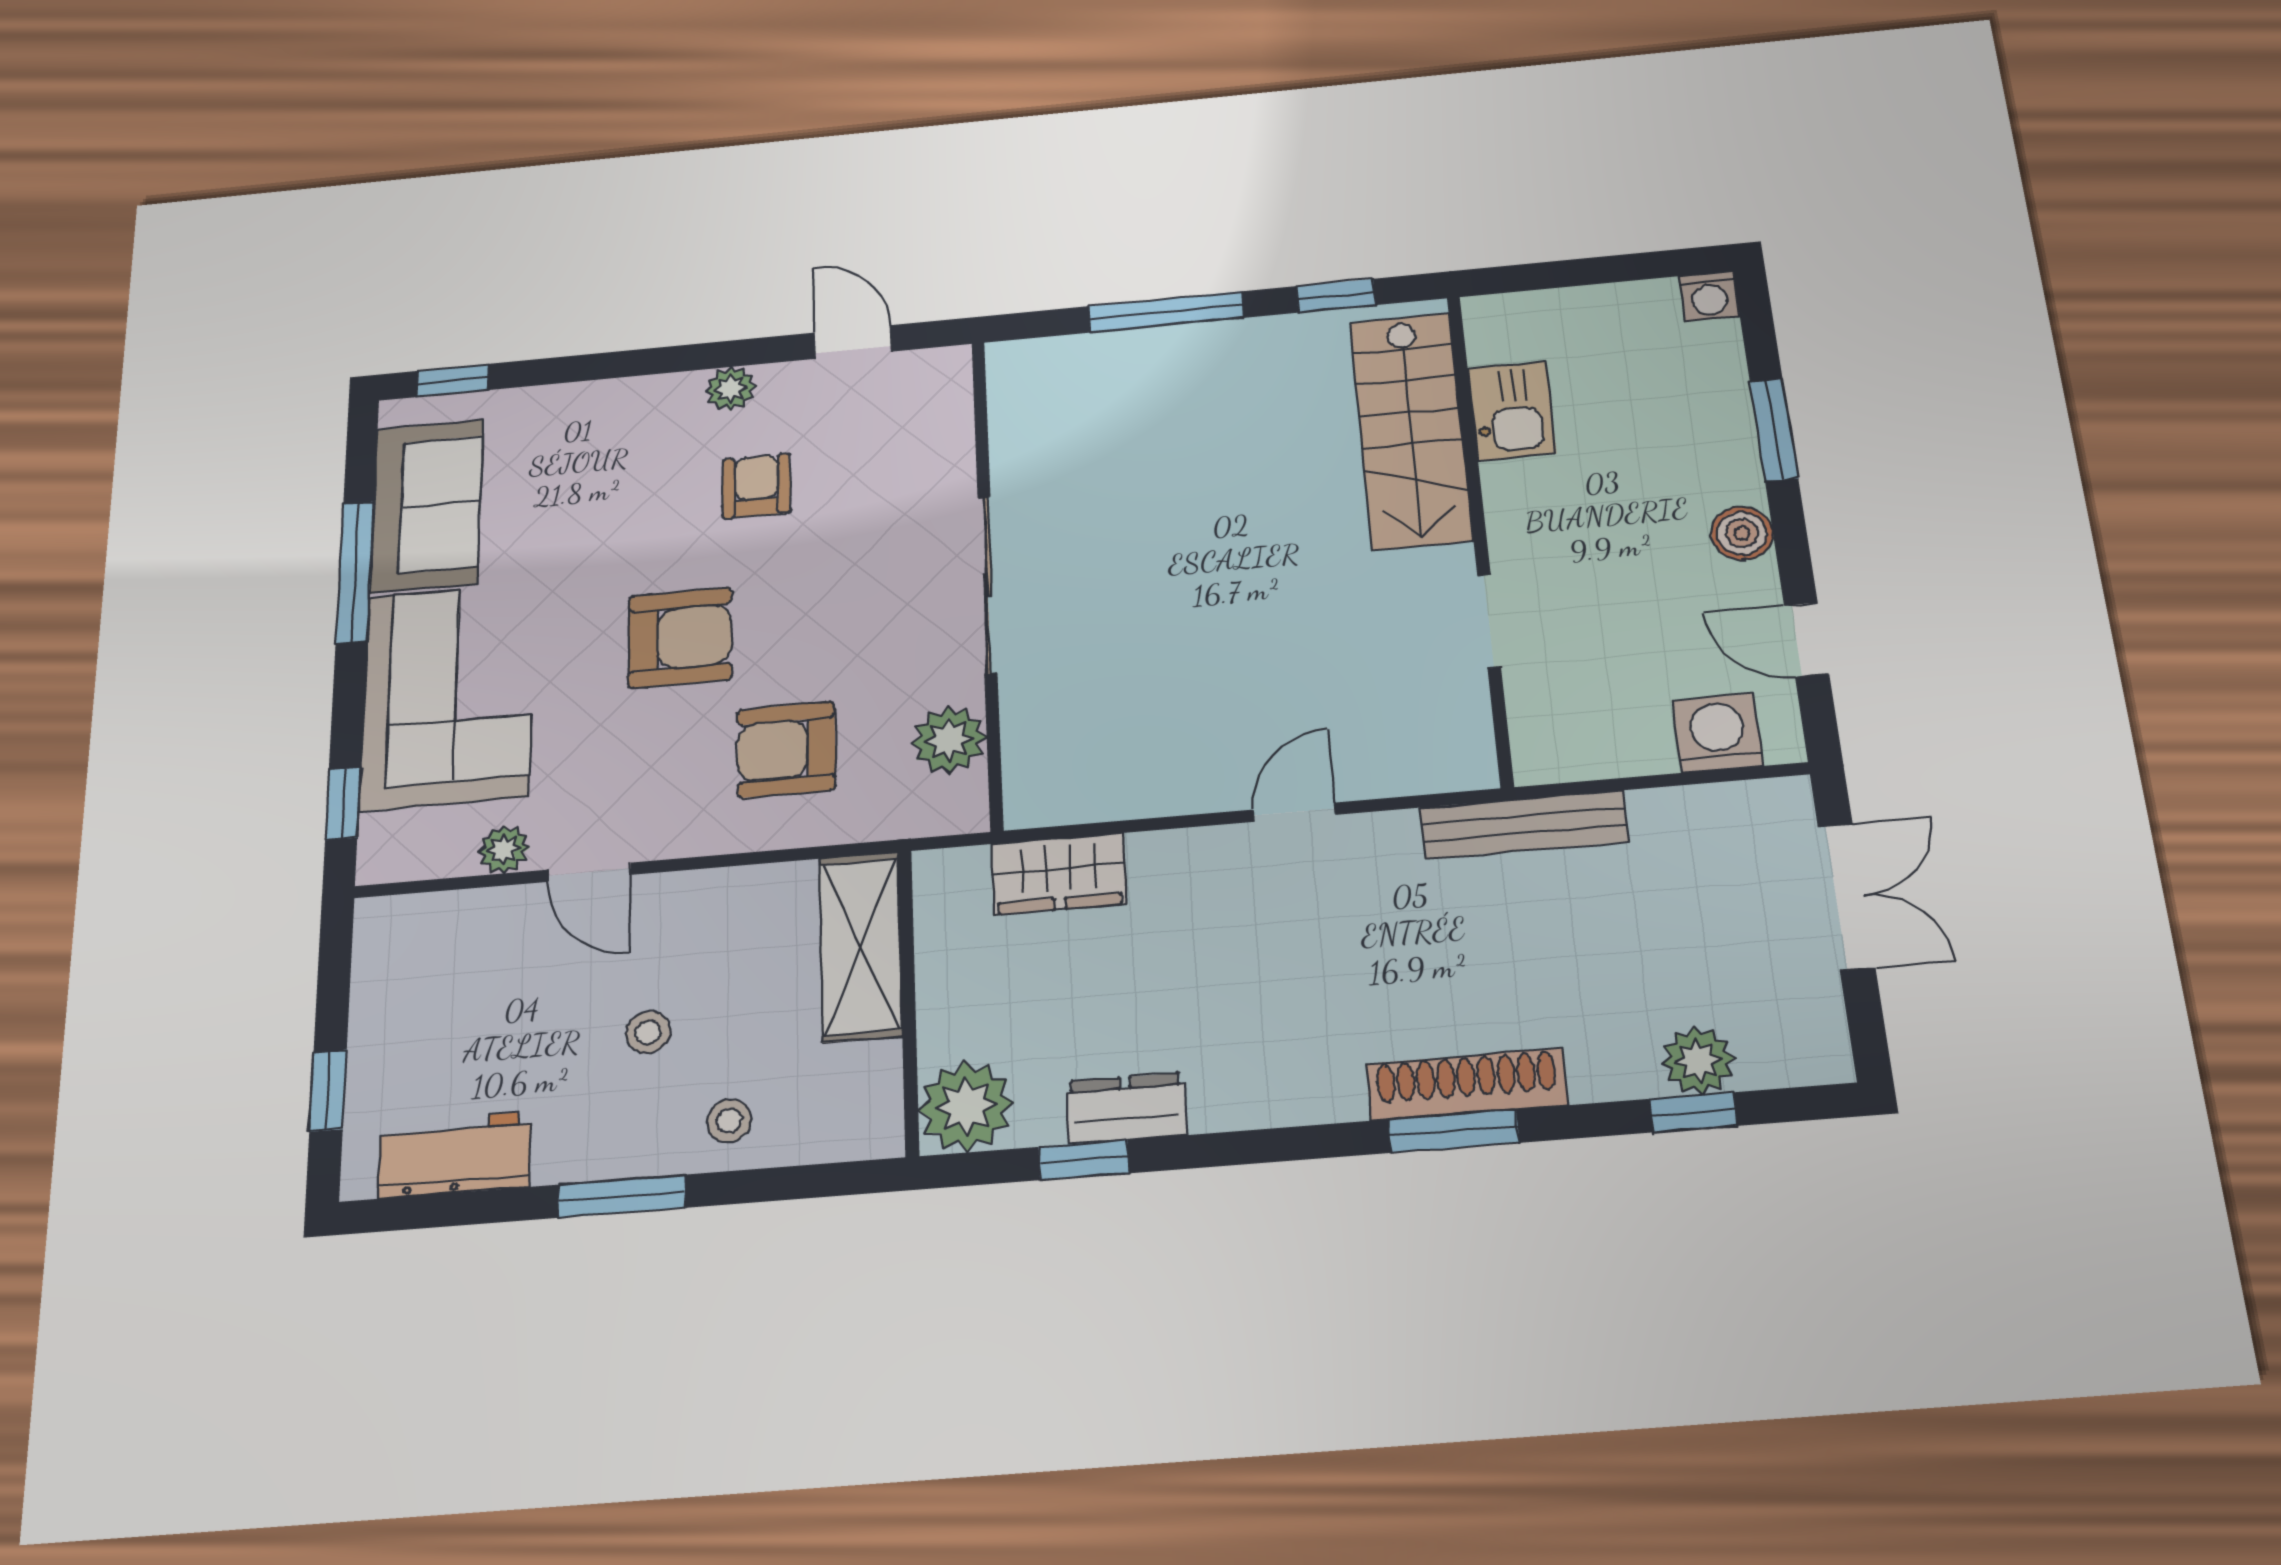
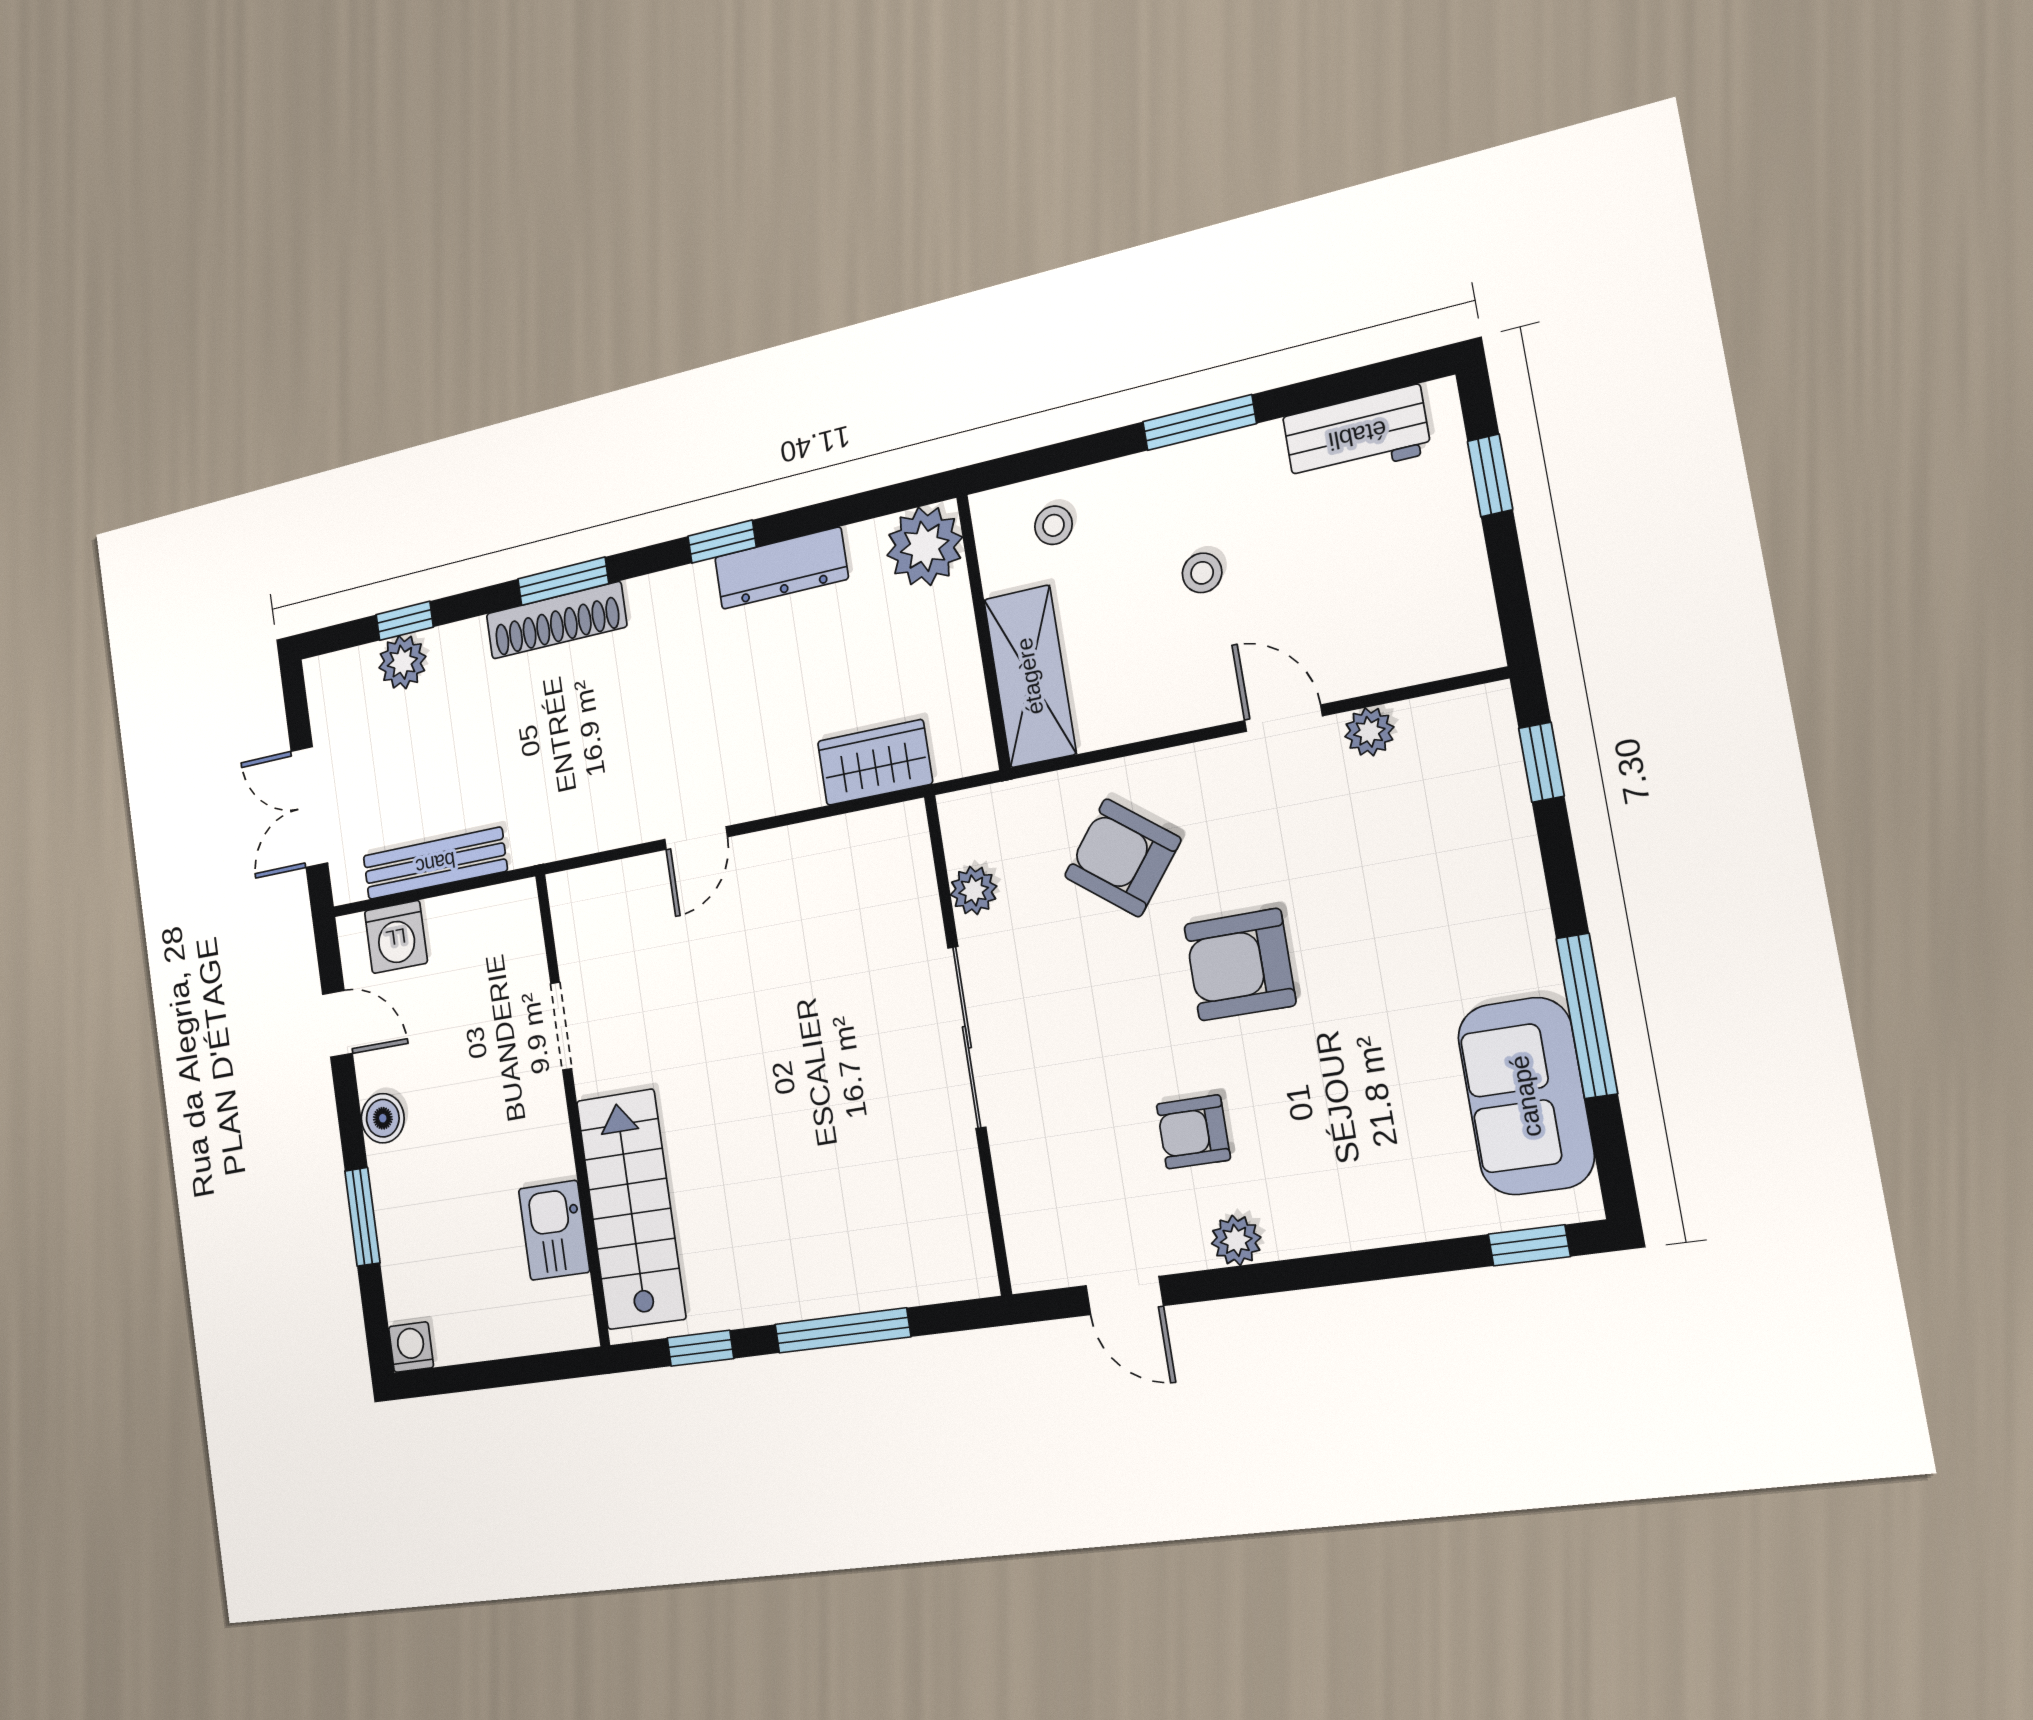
armchair: (756, 486) -> (1193, 1132), turned 90
corner sofa: (448, 696) -> (1459, 886), removed
plant: (949, 740) -> (974, 890), width x0.73, depth x0.73
armchair: (786, 750) -> (1123, 858), turned -142
bench: (1524, 825) -> (435, 863), moved
dresser: (1126, 1108) -> (781, 568), width x1.44
stool: (729, 1121) -> (1054, 525), moved
window: (1084, 1160) -> (722, 542), moved

